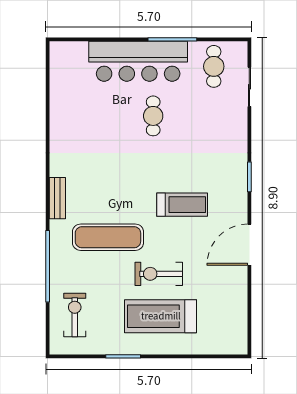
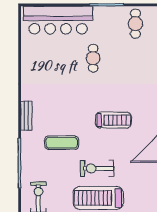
bar counter: (138, 61) -> (58, 20), moved
exercise mat: (108, 237) -> (62, 143), width x0.73, depth x0.69

